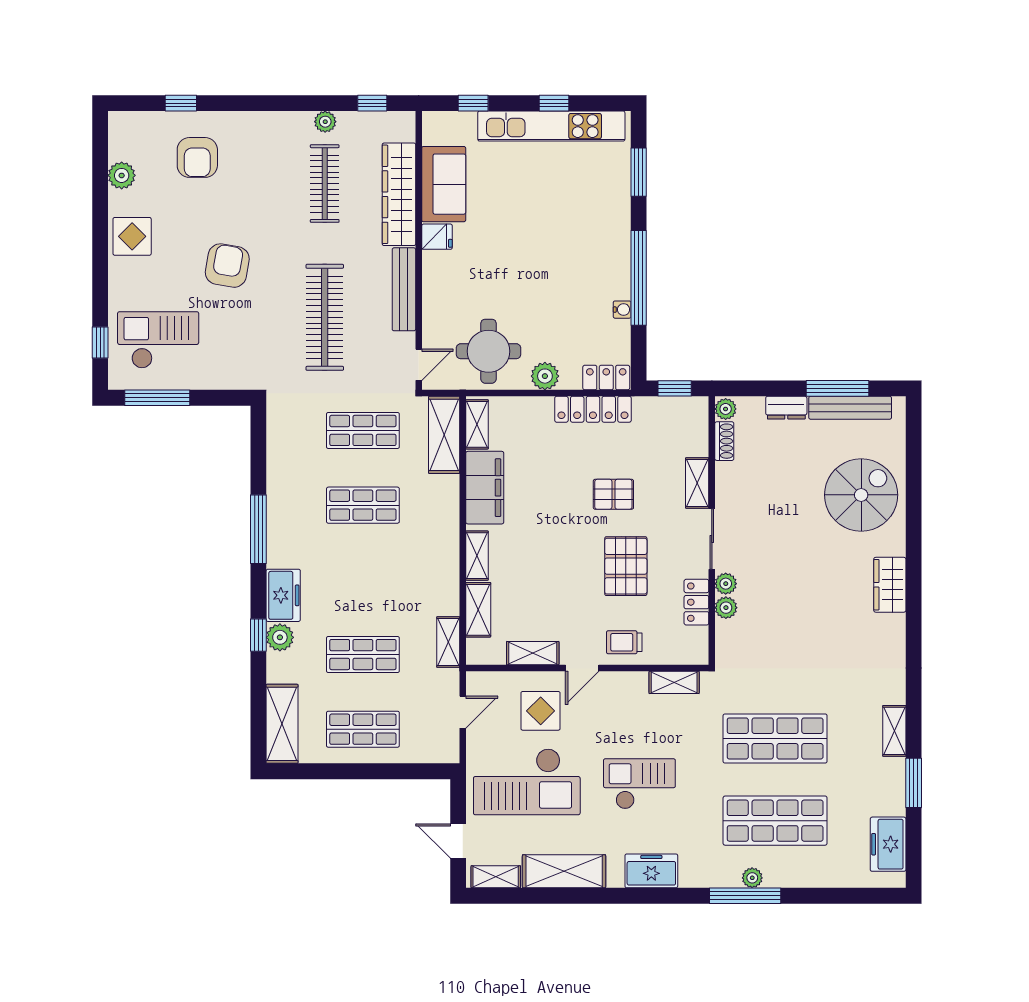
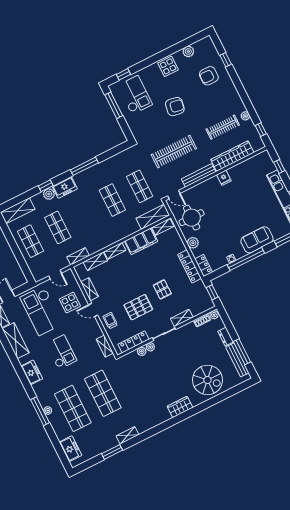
sofa: (444, 184) -> (257, 240), moved, turned 180
locker: (696, 602) -> (133, 342), width x1.53
freezer: (888, 844) -> (70, 449), moved, turned 90

